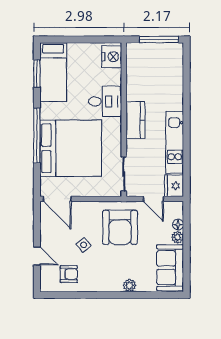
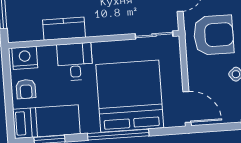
armchair: (84, 56) -> (26, 89), added
kitchen counter: (135, 120) -> (64, 29), moved
door: (57, 199) -> (187, 107), hinge flipped

